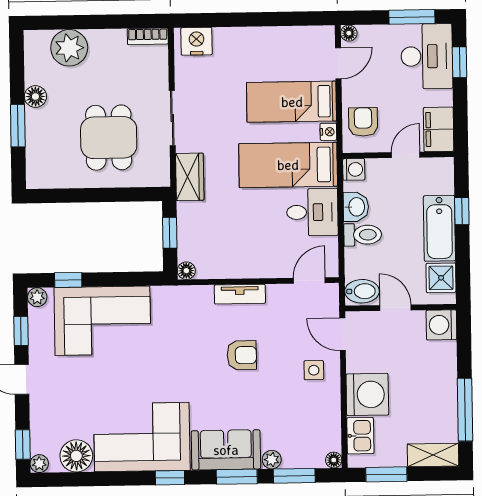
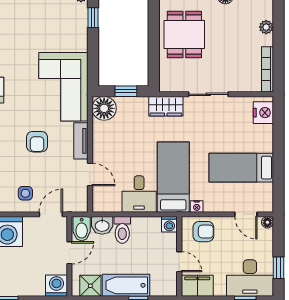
window: (412, 17) -> (278, 268), width x0.67
bookcase: (148, 36) -> (267, 69), width x1.56
plant: (69, 48) -> (266, 27), width x0.53, depth x0.53
bed: (292, 102) -> (241, 168), moved, turned -90
dining table: (109, 138) -> (184, 34), moved, turned 90
washbasin: (356, 207) -> (102, 225), moved
floor lamp: (186, 271) -> (104, 108), width x1.89, depth x1.89
door: (309, 280) -> (90, 174), moved
corner sofa: (102, 321) -> (63, 87), moved

